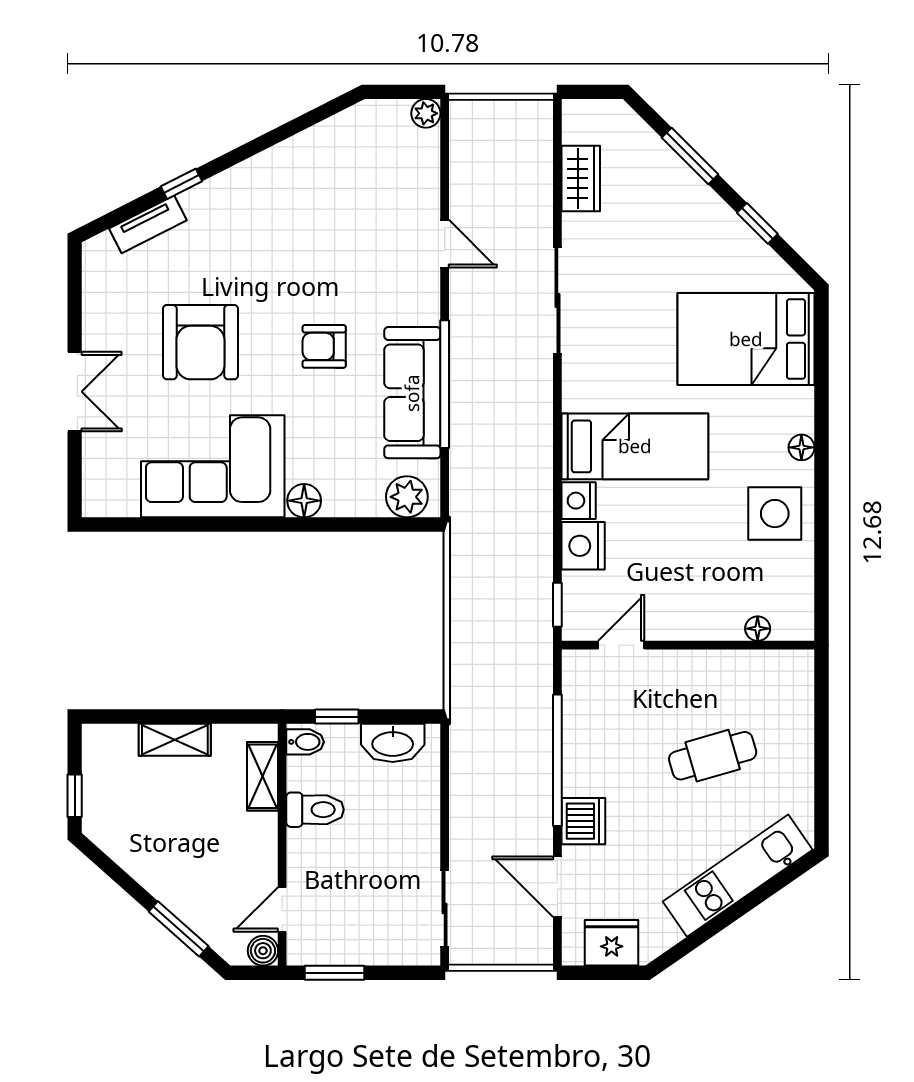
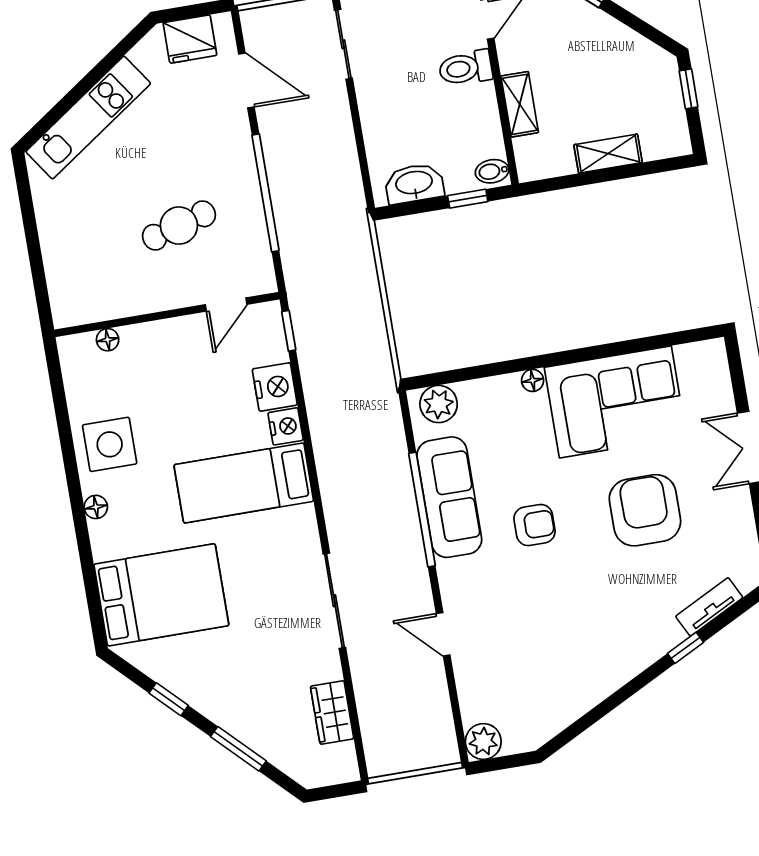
plant: (426, 113) -> (483, 741), width x1.38, depth x1.38
floor lamp: (304, 501) -> (533, 380), width x0.73, depth x0.73
cafe table: (713, 756) -> (179, 226), moved
shelving: (262, 776) -> (520, 104), moved
toilet: (315, 810) -> (466, 68), moved
dishwasher: (583, 821) -> (233, 143), removed

